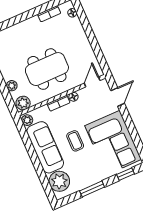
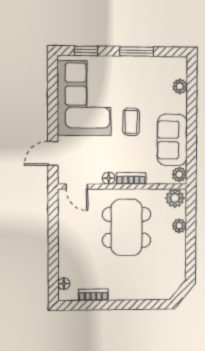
dining table: (47, 69) -> (127, 227), turned 90
door: (92, 82) -> (77, 187), hinge flipped
sofa: (45, 147) -> (172, 140), width x0.73
plant: (59, 181) -> (180, 86), width x0.53, depth x0.53

